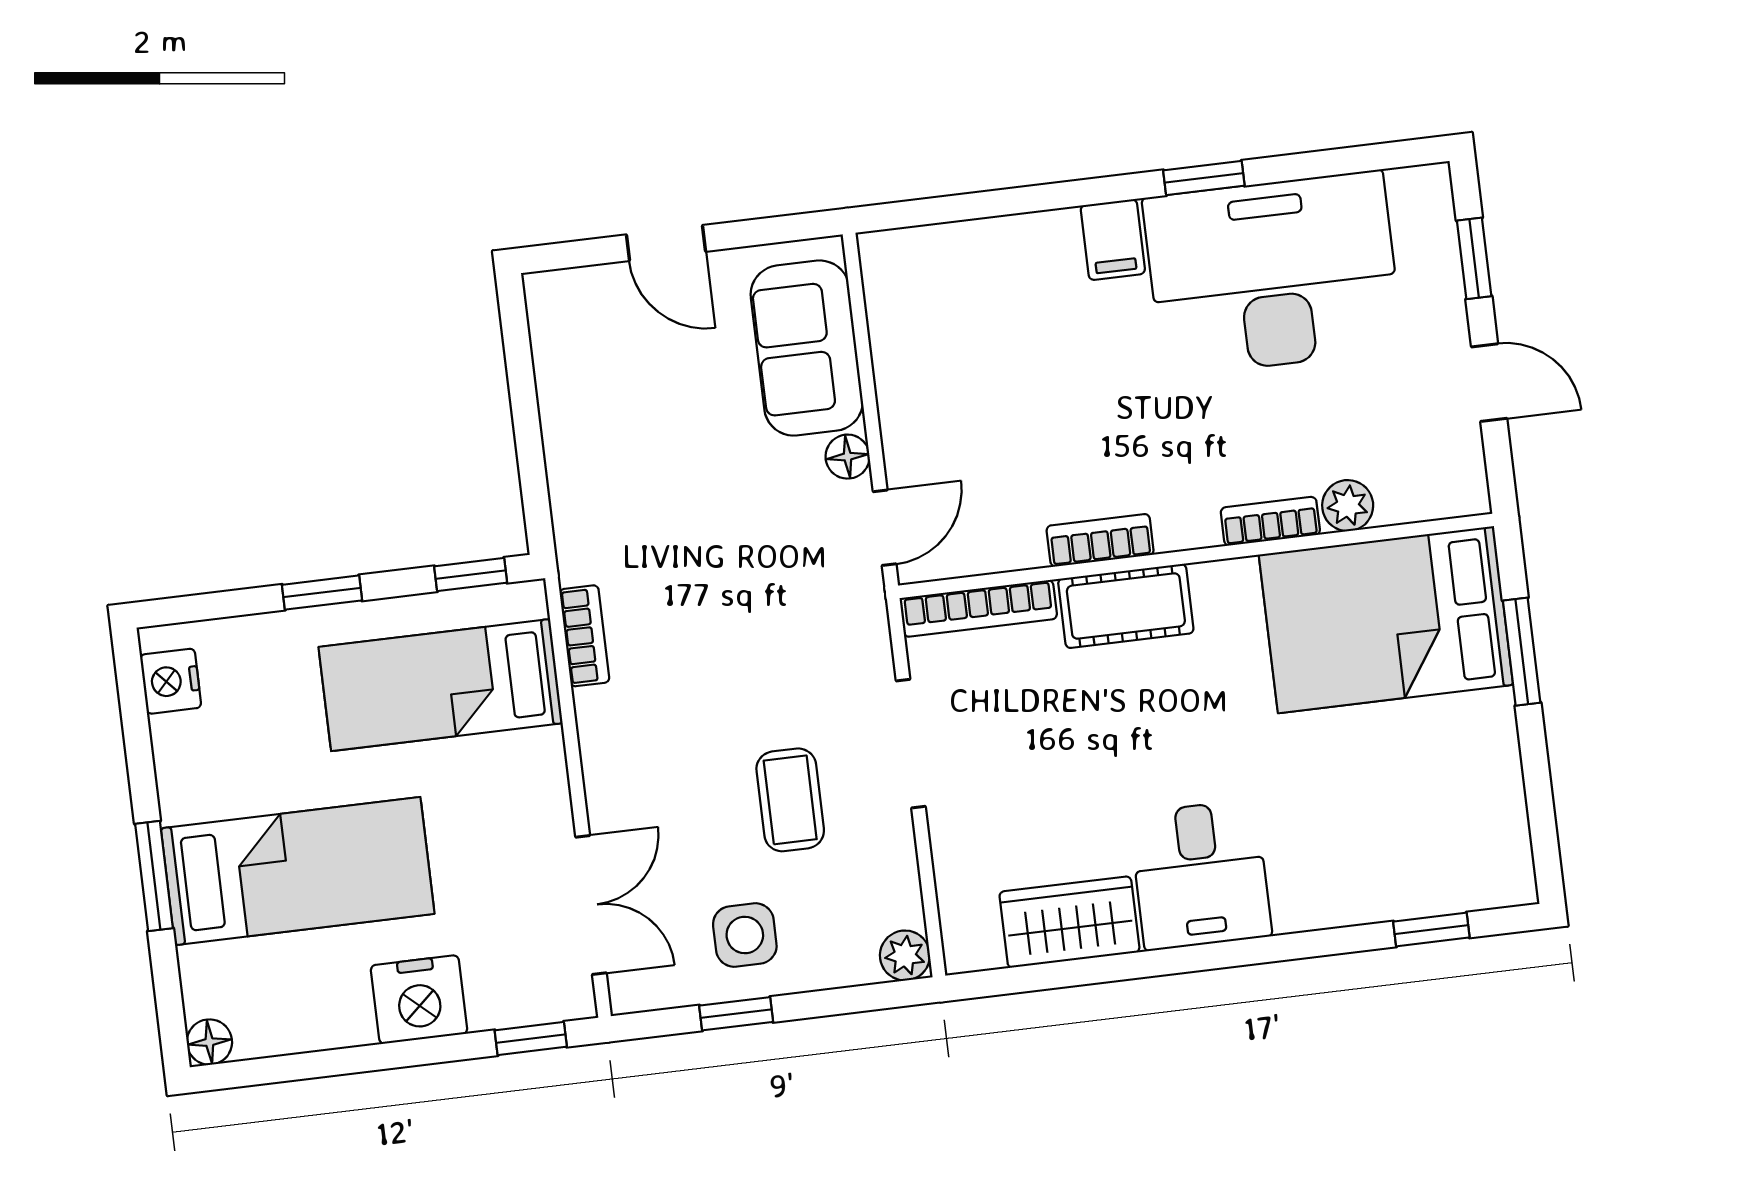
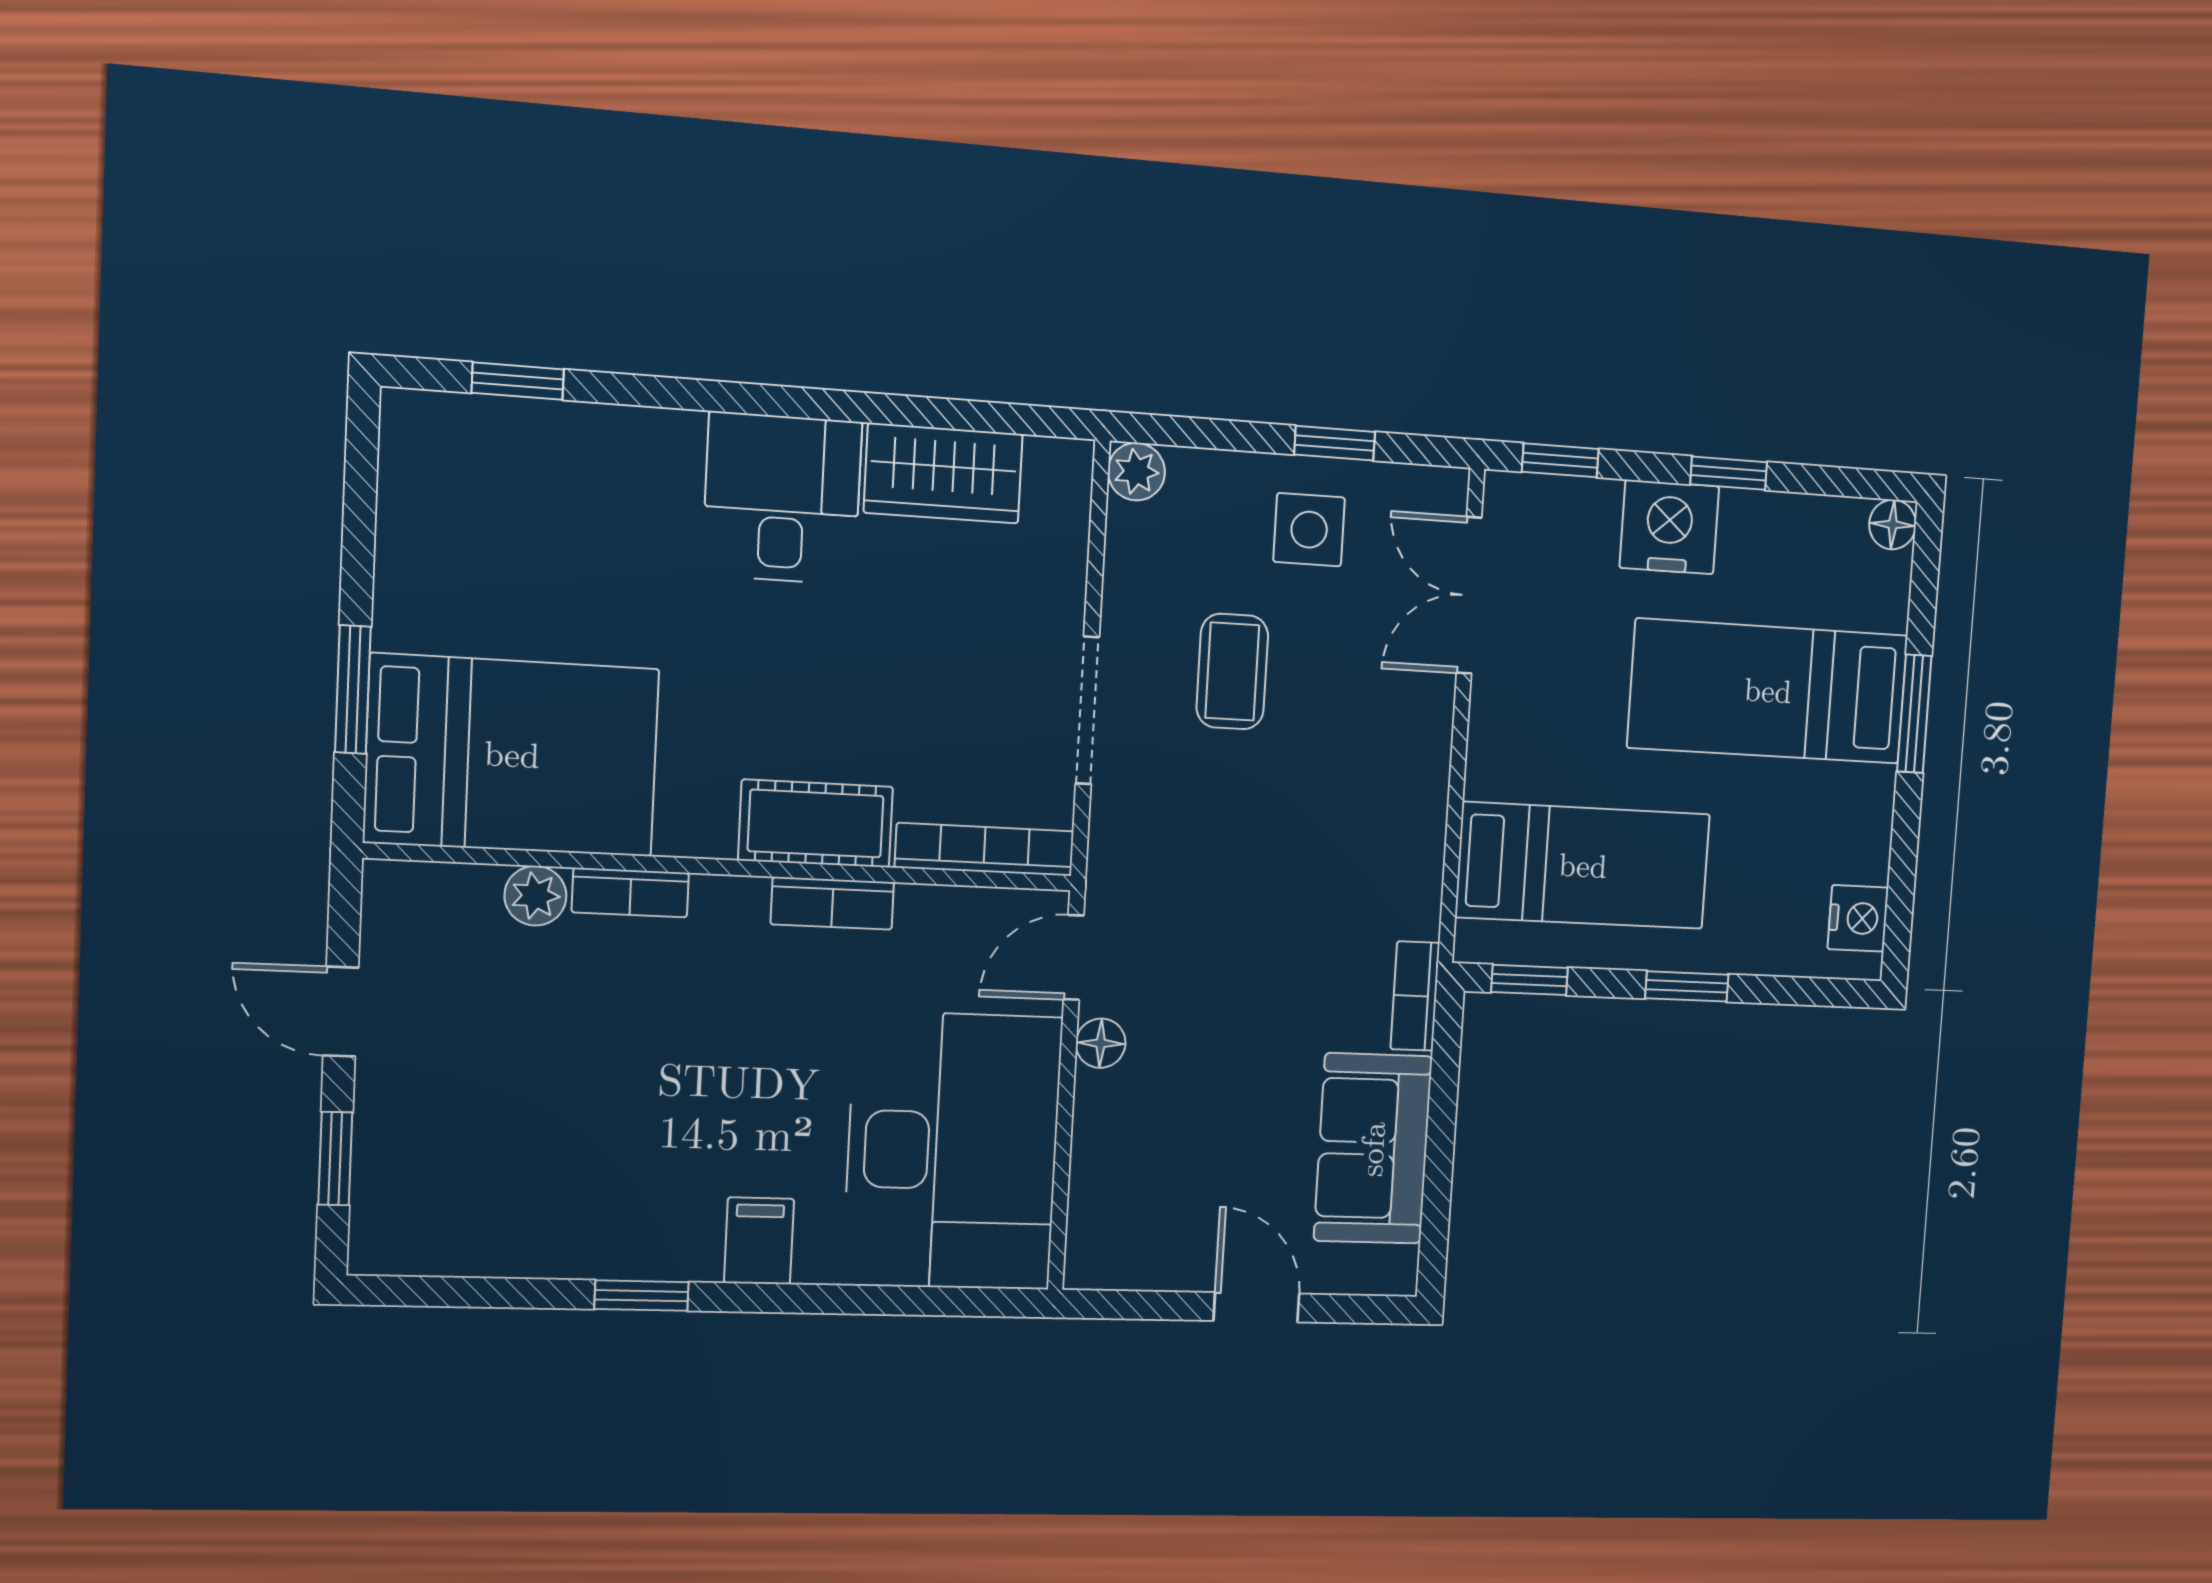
desk: (1273, 274) -> (953, 1151), moved, turned -90
sofa: (807, 348) -> (1373, 1149), moved, turned 180
bookcase: (584, 636) -> (1415, 996), moved
window: (373, 1058) -> (1729, 473), added

